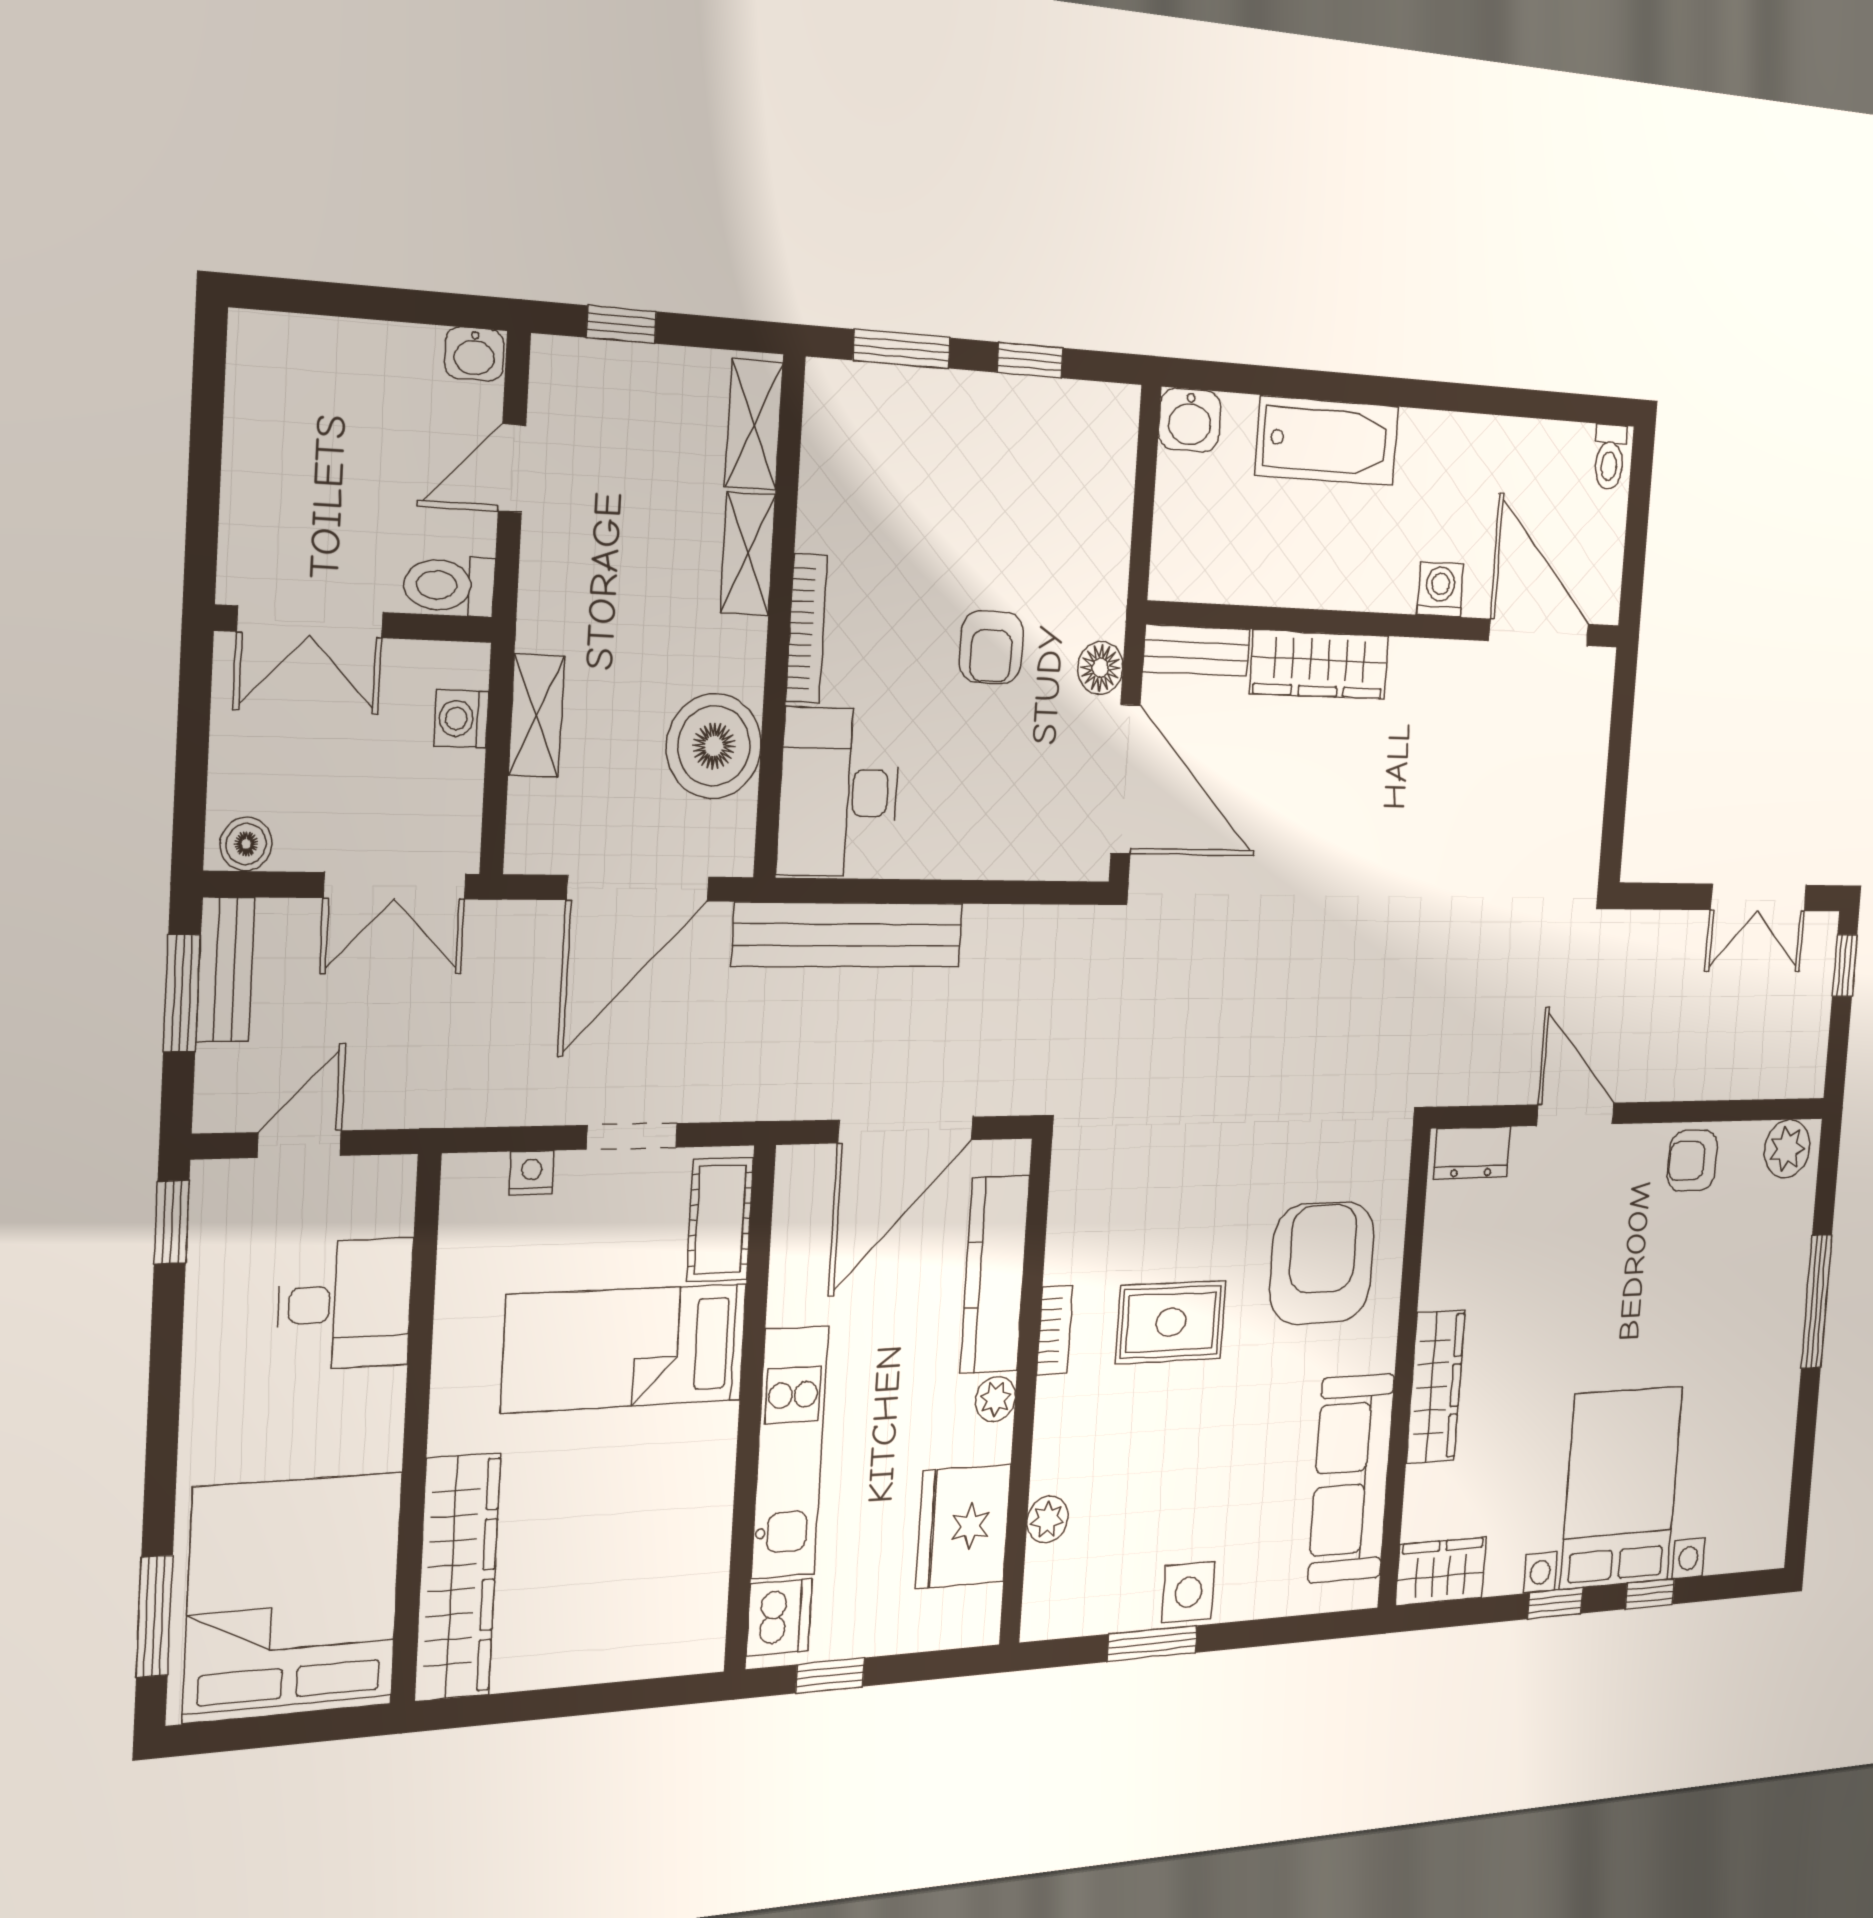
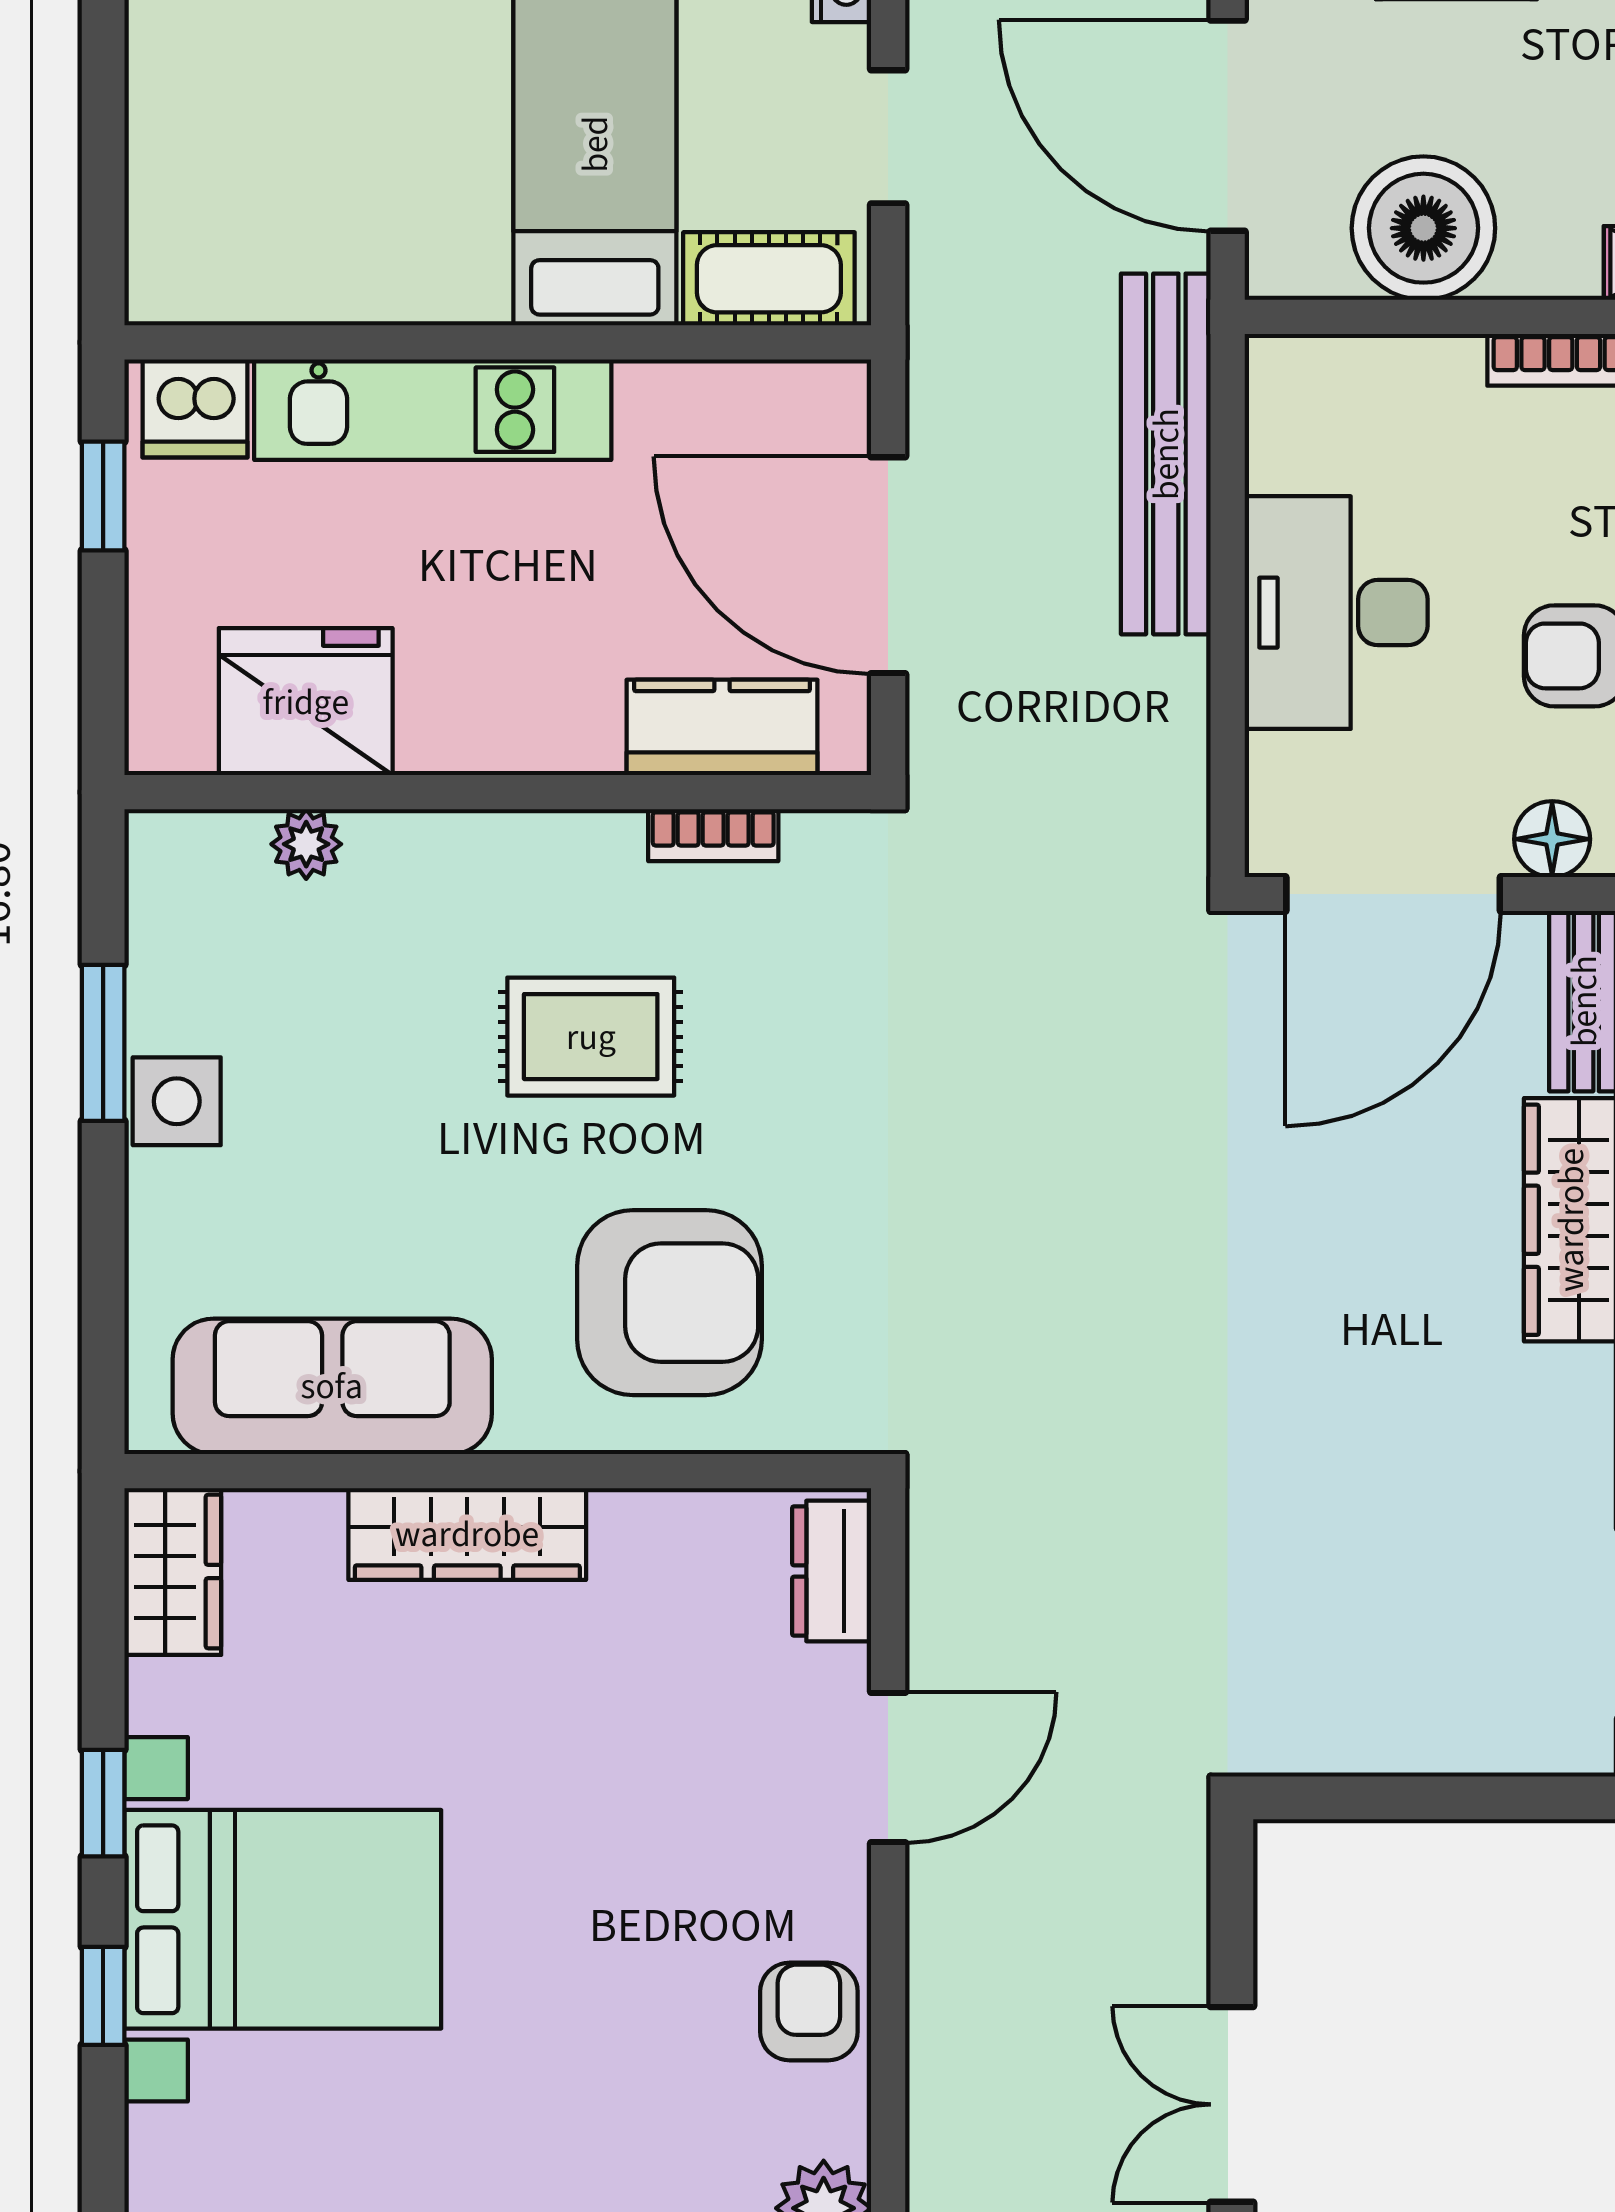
desk: (839, 792) -> (1336, 613), moved, turned -90
kitchen counter: (995, 1274) -> (722, 727), width x0.67
rug: (1171, 1322) -> (591, 1037), turned 90
bookcase: (1055, 1330) -> (713, 835), moved
plant: (995, 1399) -> (491, 742), removed

